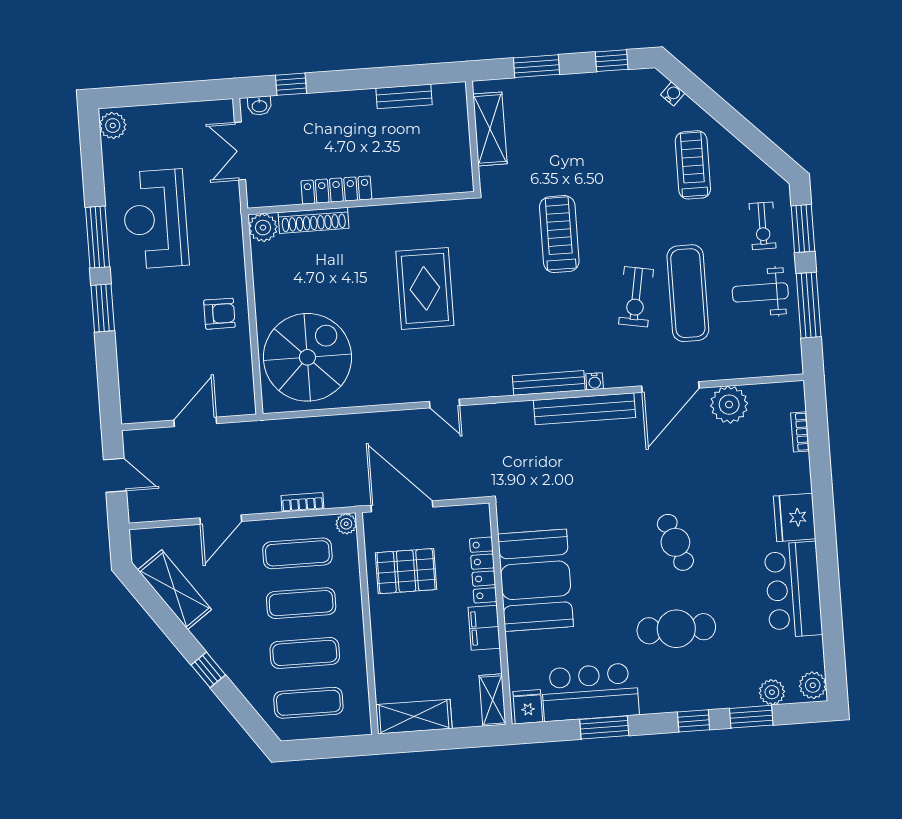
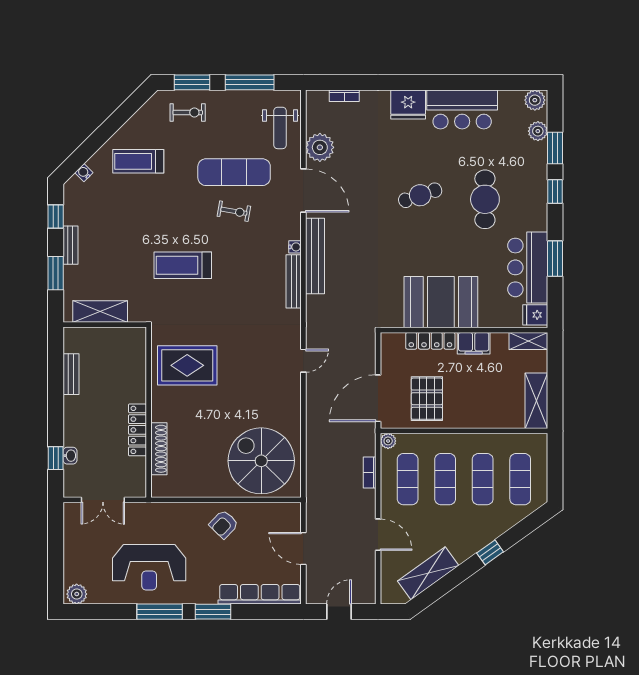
bench: (575, 83) -> (70, 245), added
washbasin: (259, 106) -> (70, 456), moved
plant: (263, 228) -> (162, 487), removed
rug: (425, 288) -> (187, 365), moved
weight bench: (760, 292) -> (280, 128), moved
exercise bike: (636, 297) -> (234, 211), width x0.73, depth x0.72
armchair: (220, 314) -> (224, 524), turned -136
row of seats: (130, 368) -> (260, 594), added

